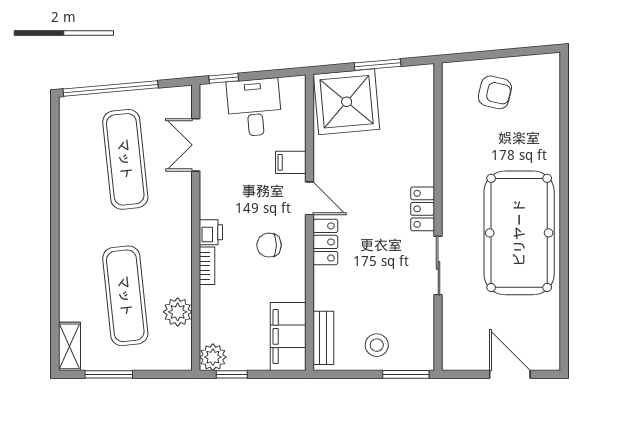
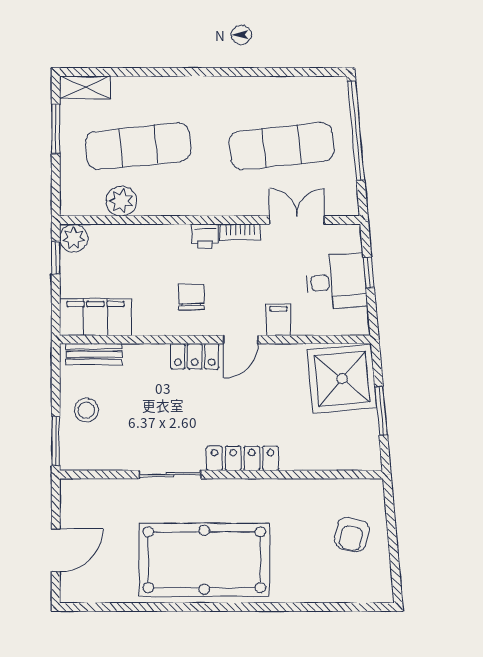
window: (224, 78) -> (369, 273), moved
locker: (423, 209) -> (242, 458), width x1.53
bookcase: (207, 266) -> (240, 232), moved

